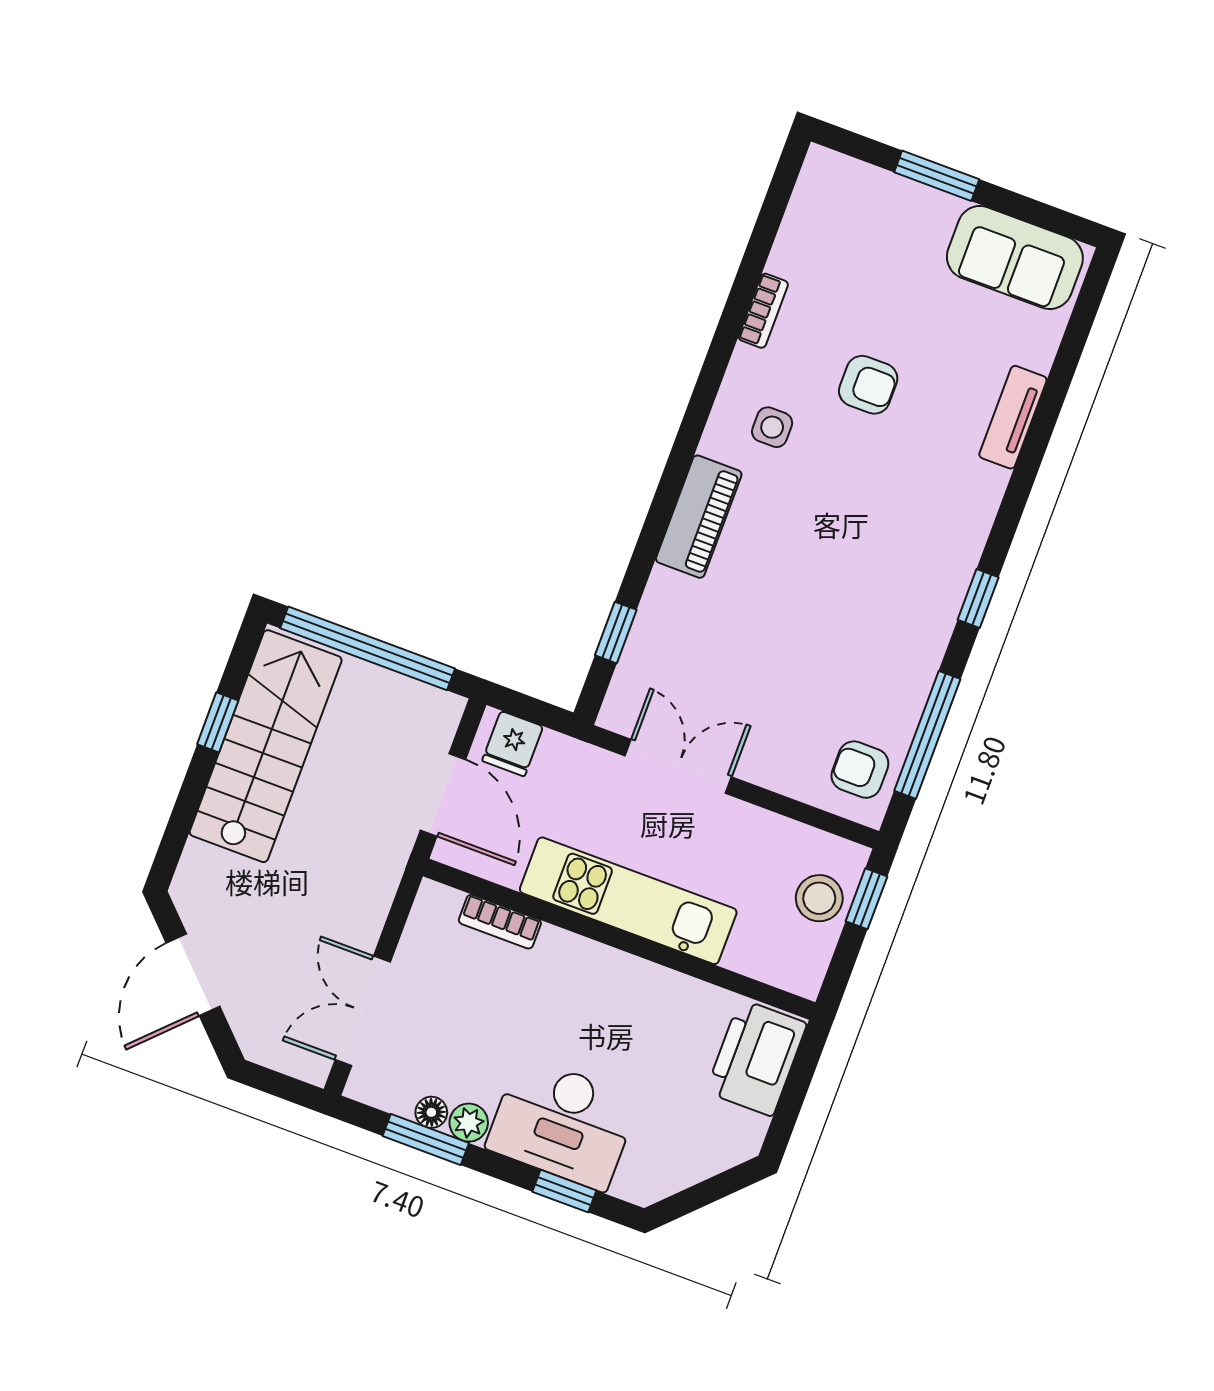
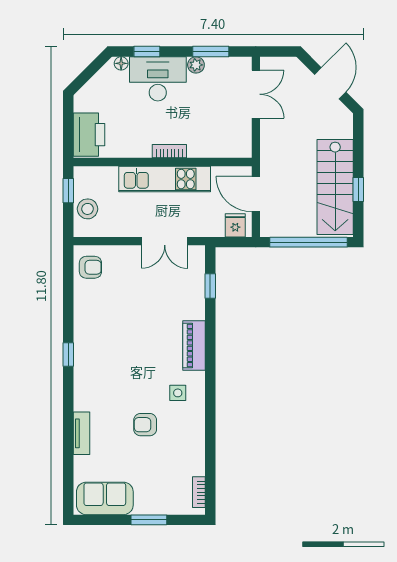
bookcase: (763, 311) -> (199, 492), moved
window: (927, 735) -> (68, 292), removed
window: (866, 899) -> (68, 191), moved
bookcase: (500, 922) -> (169, 151), moved
floor lamp: (431, 1112) -> (121, 63), moved

